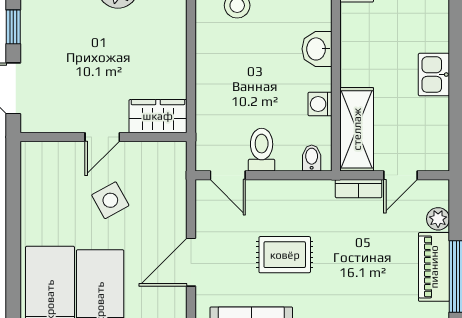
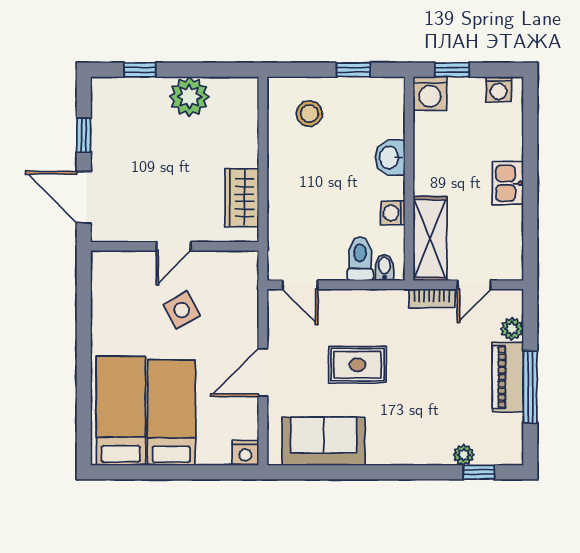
wardrobe: (158, 116) -> (242, 198), moved, turned -90
toilet: (262, 150) -> (360, 259), moved

